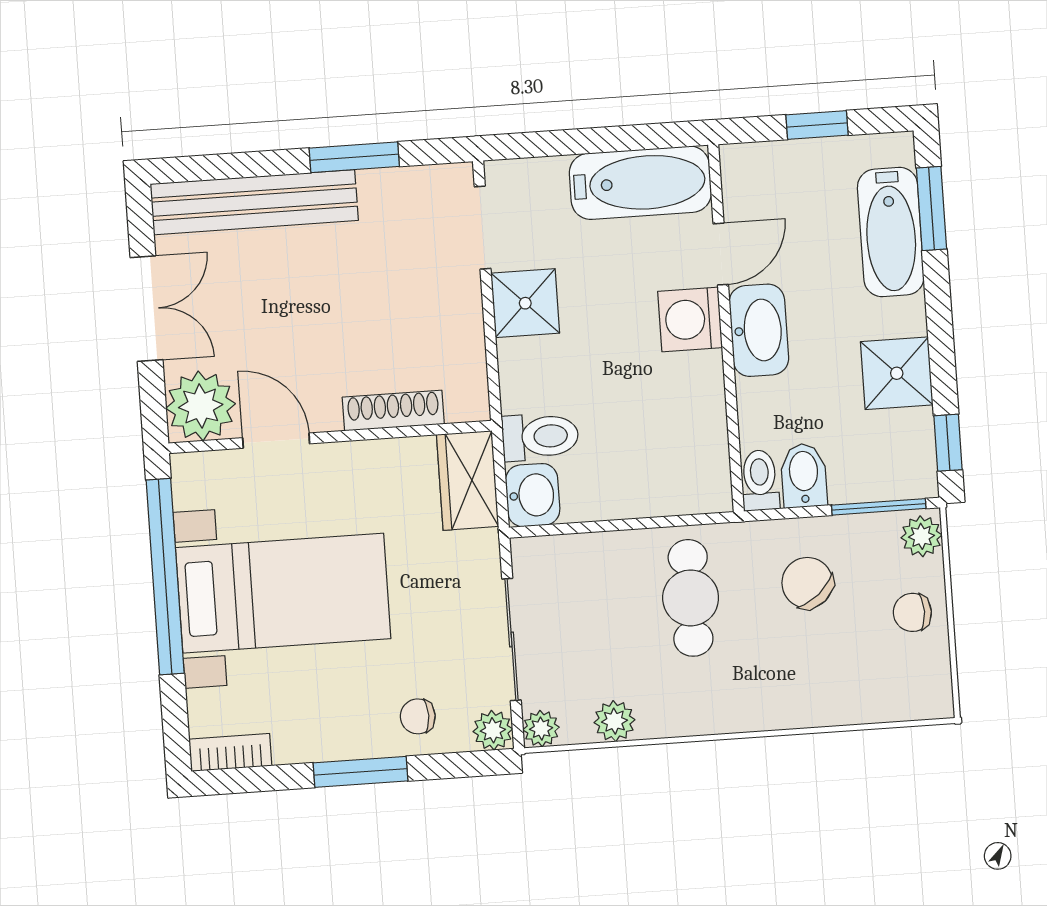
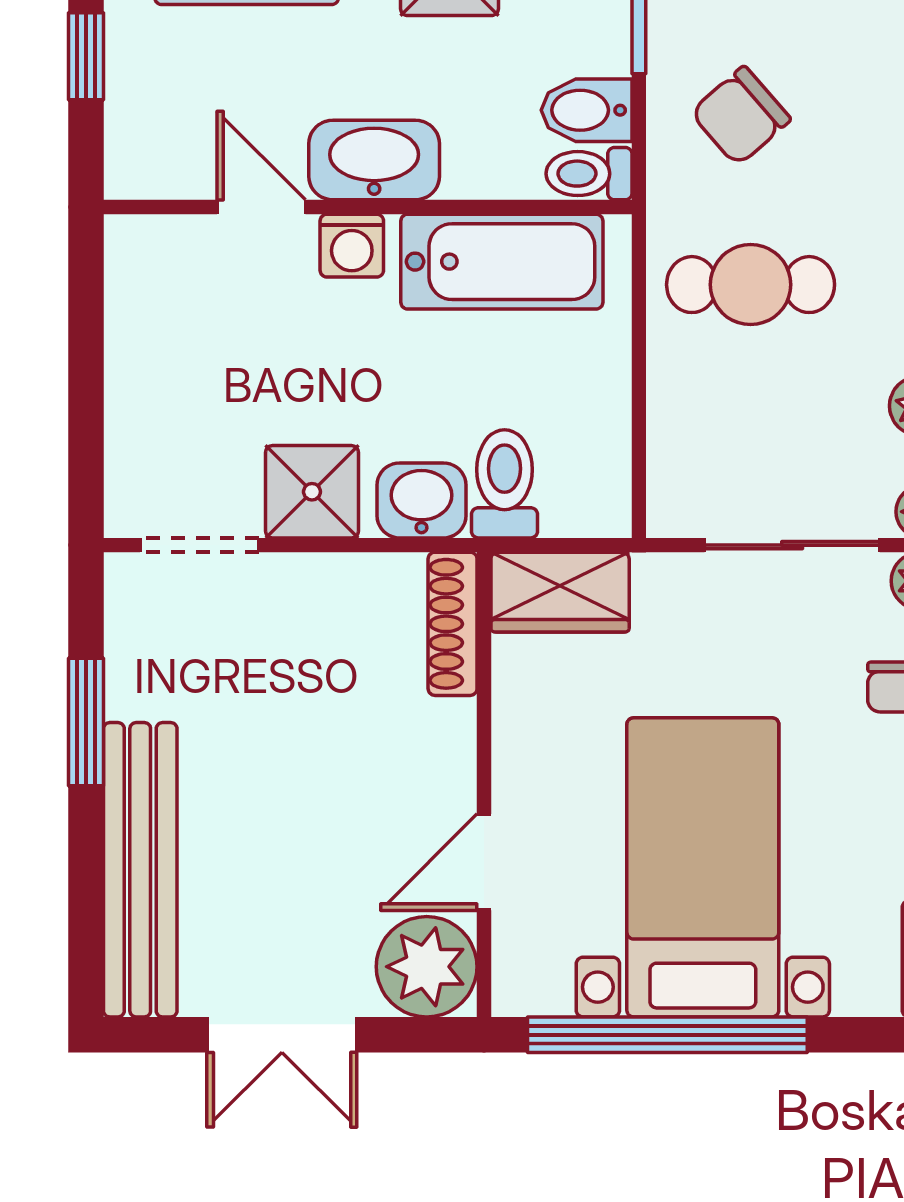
bathtub: (640, 183) -> (502, 262), moved, turned 90
double door: (146, 309) -> (282, 1035), swing flipped
washing machine: (690, 319) -> (352, 246), width x0.73, depth x0.73
shoe rack: (393, 411) -> (453, 624), moved
washbasin: (533, 495) -> (421, 500), moved

